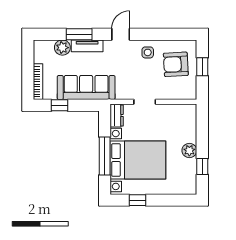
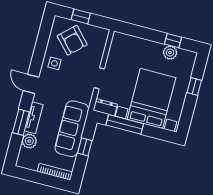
armchair: (176, 64) -> (72, 40), turned -40
window: (59, 105) -> (85, 147), moved
plant: (189, 150) -> (170, 53), moved
window: (105, 156) -> (125, 124), moved
window: (138, 200) -> (194, 86), moved

